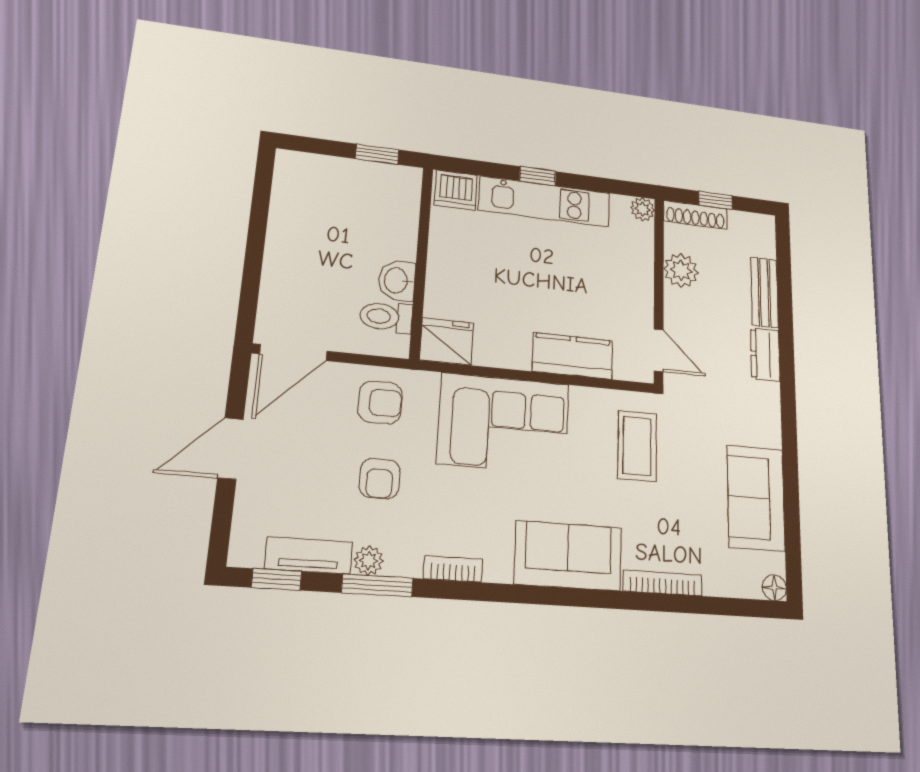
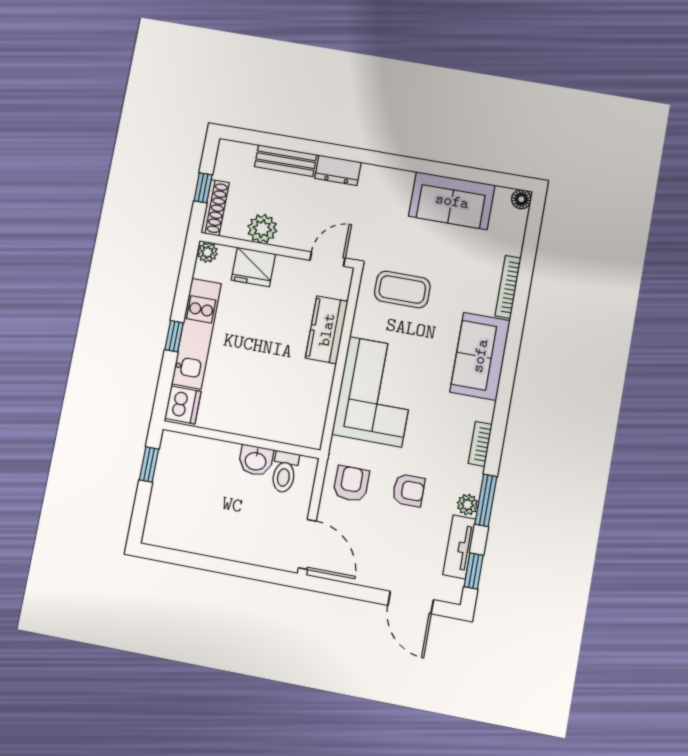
fridge: (447, 341) -> (253, 267), moved, turned -90
door: (231, 448) -> (411, 603), moved

